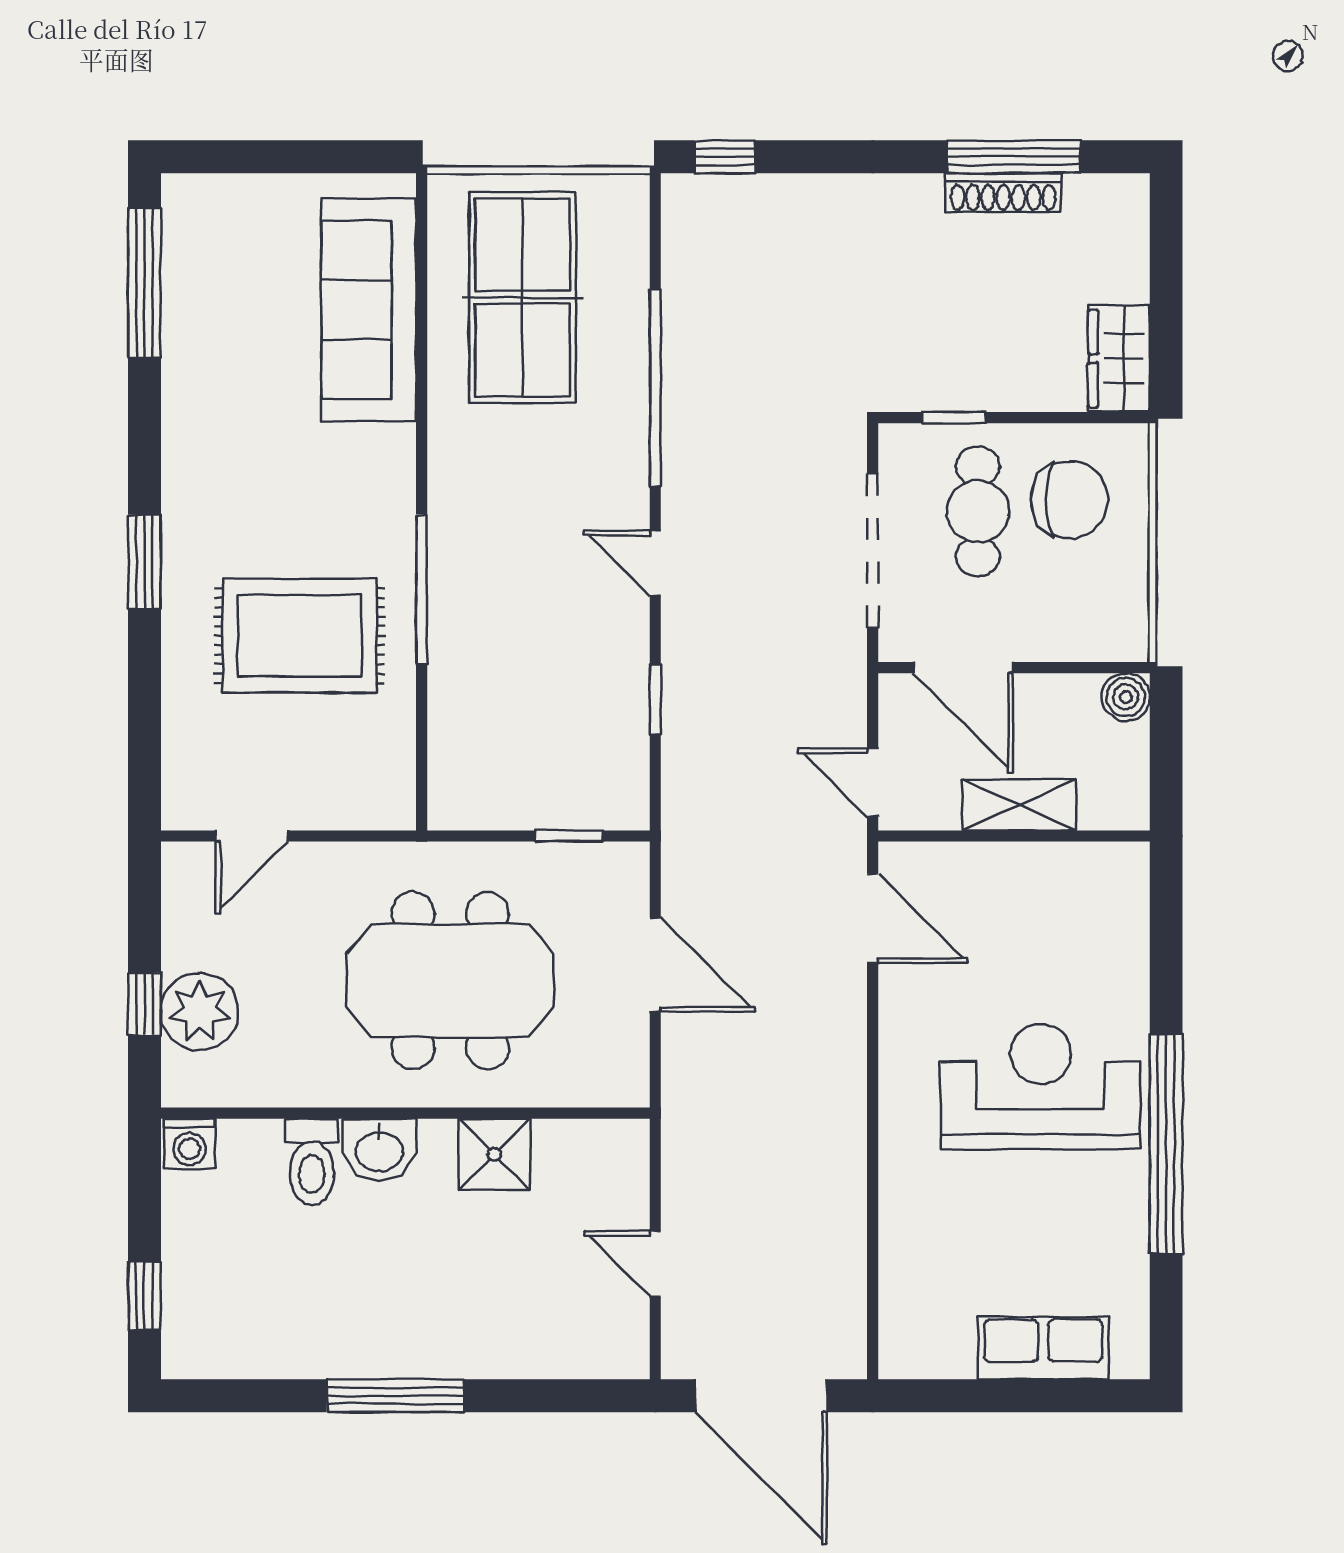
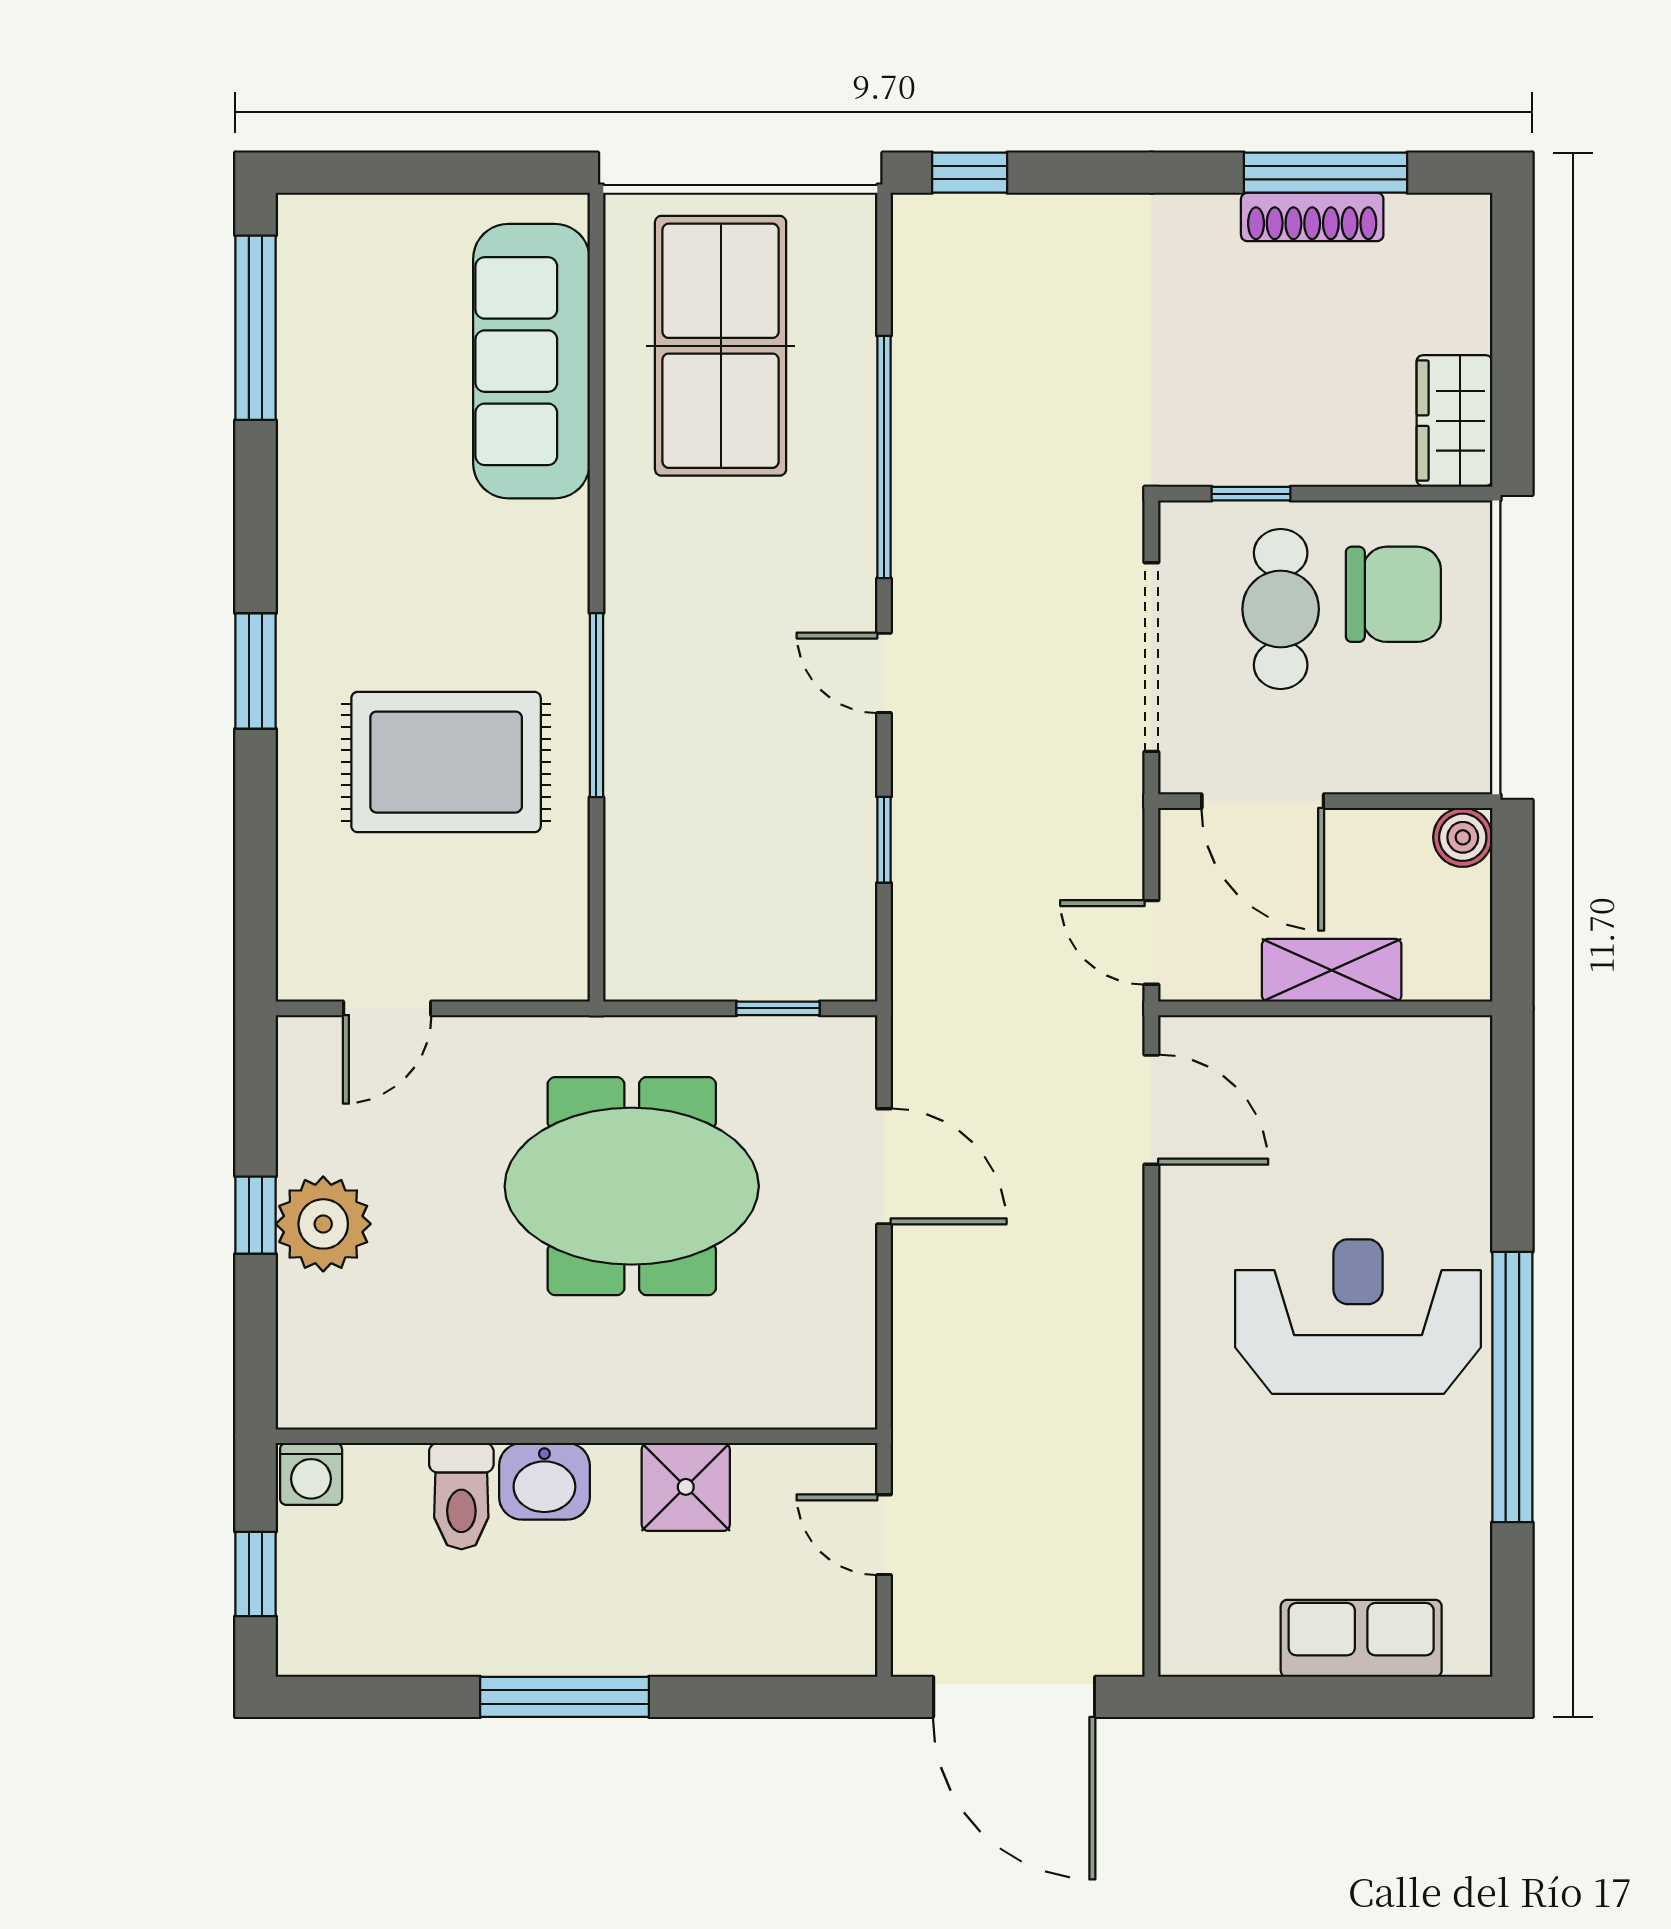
wall: (405, 1113) -> (576, 1436), moved
washing machine: (190, 1144) -> (311, 1474), moved
washbasin: (379, 1150) -> (544, 1481), moved
shower: (494, 1154) -> (686, 1487), moved
toilet: (312, 1162) -> (461, 1496), moved

